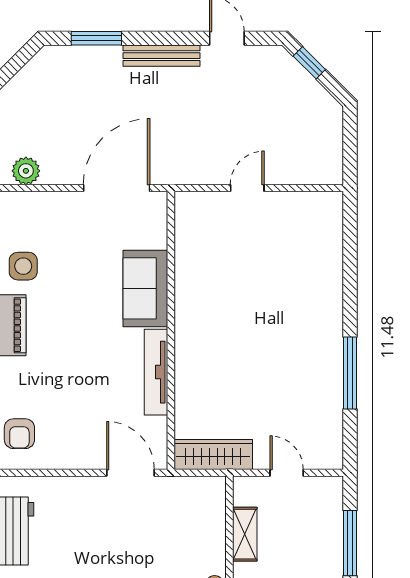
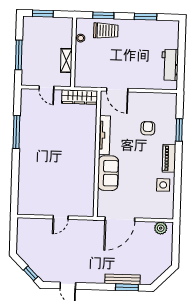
bench: (162, 56) -> (122, 279), moved
armchair: (19, 434) -> (148, 128), moved

